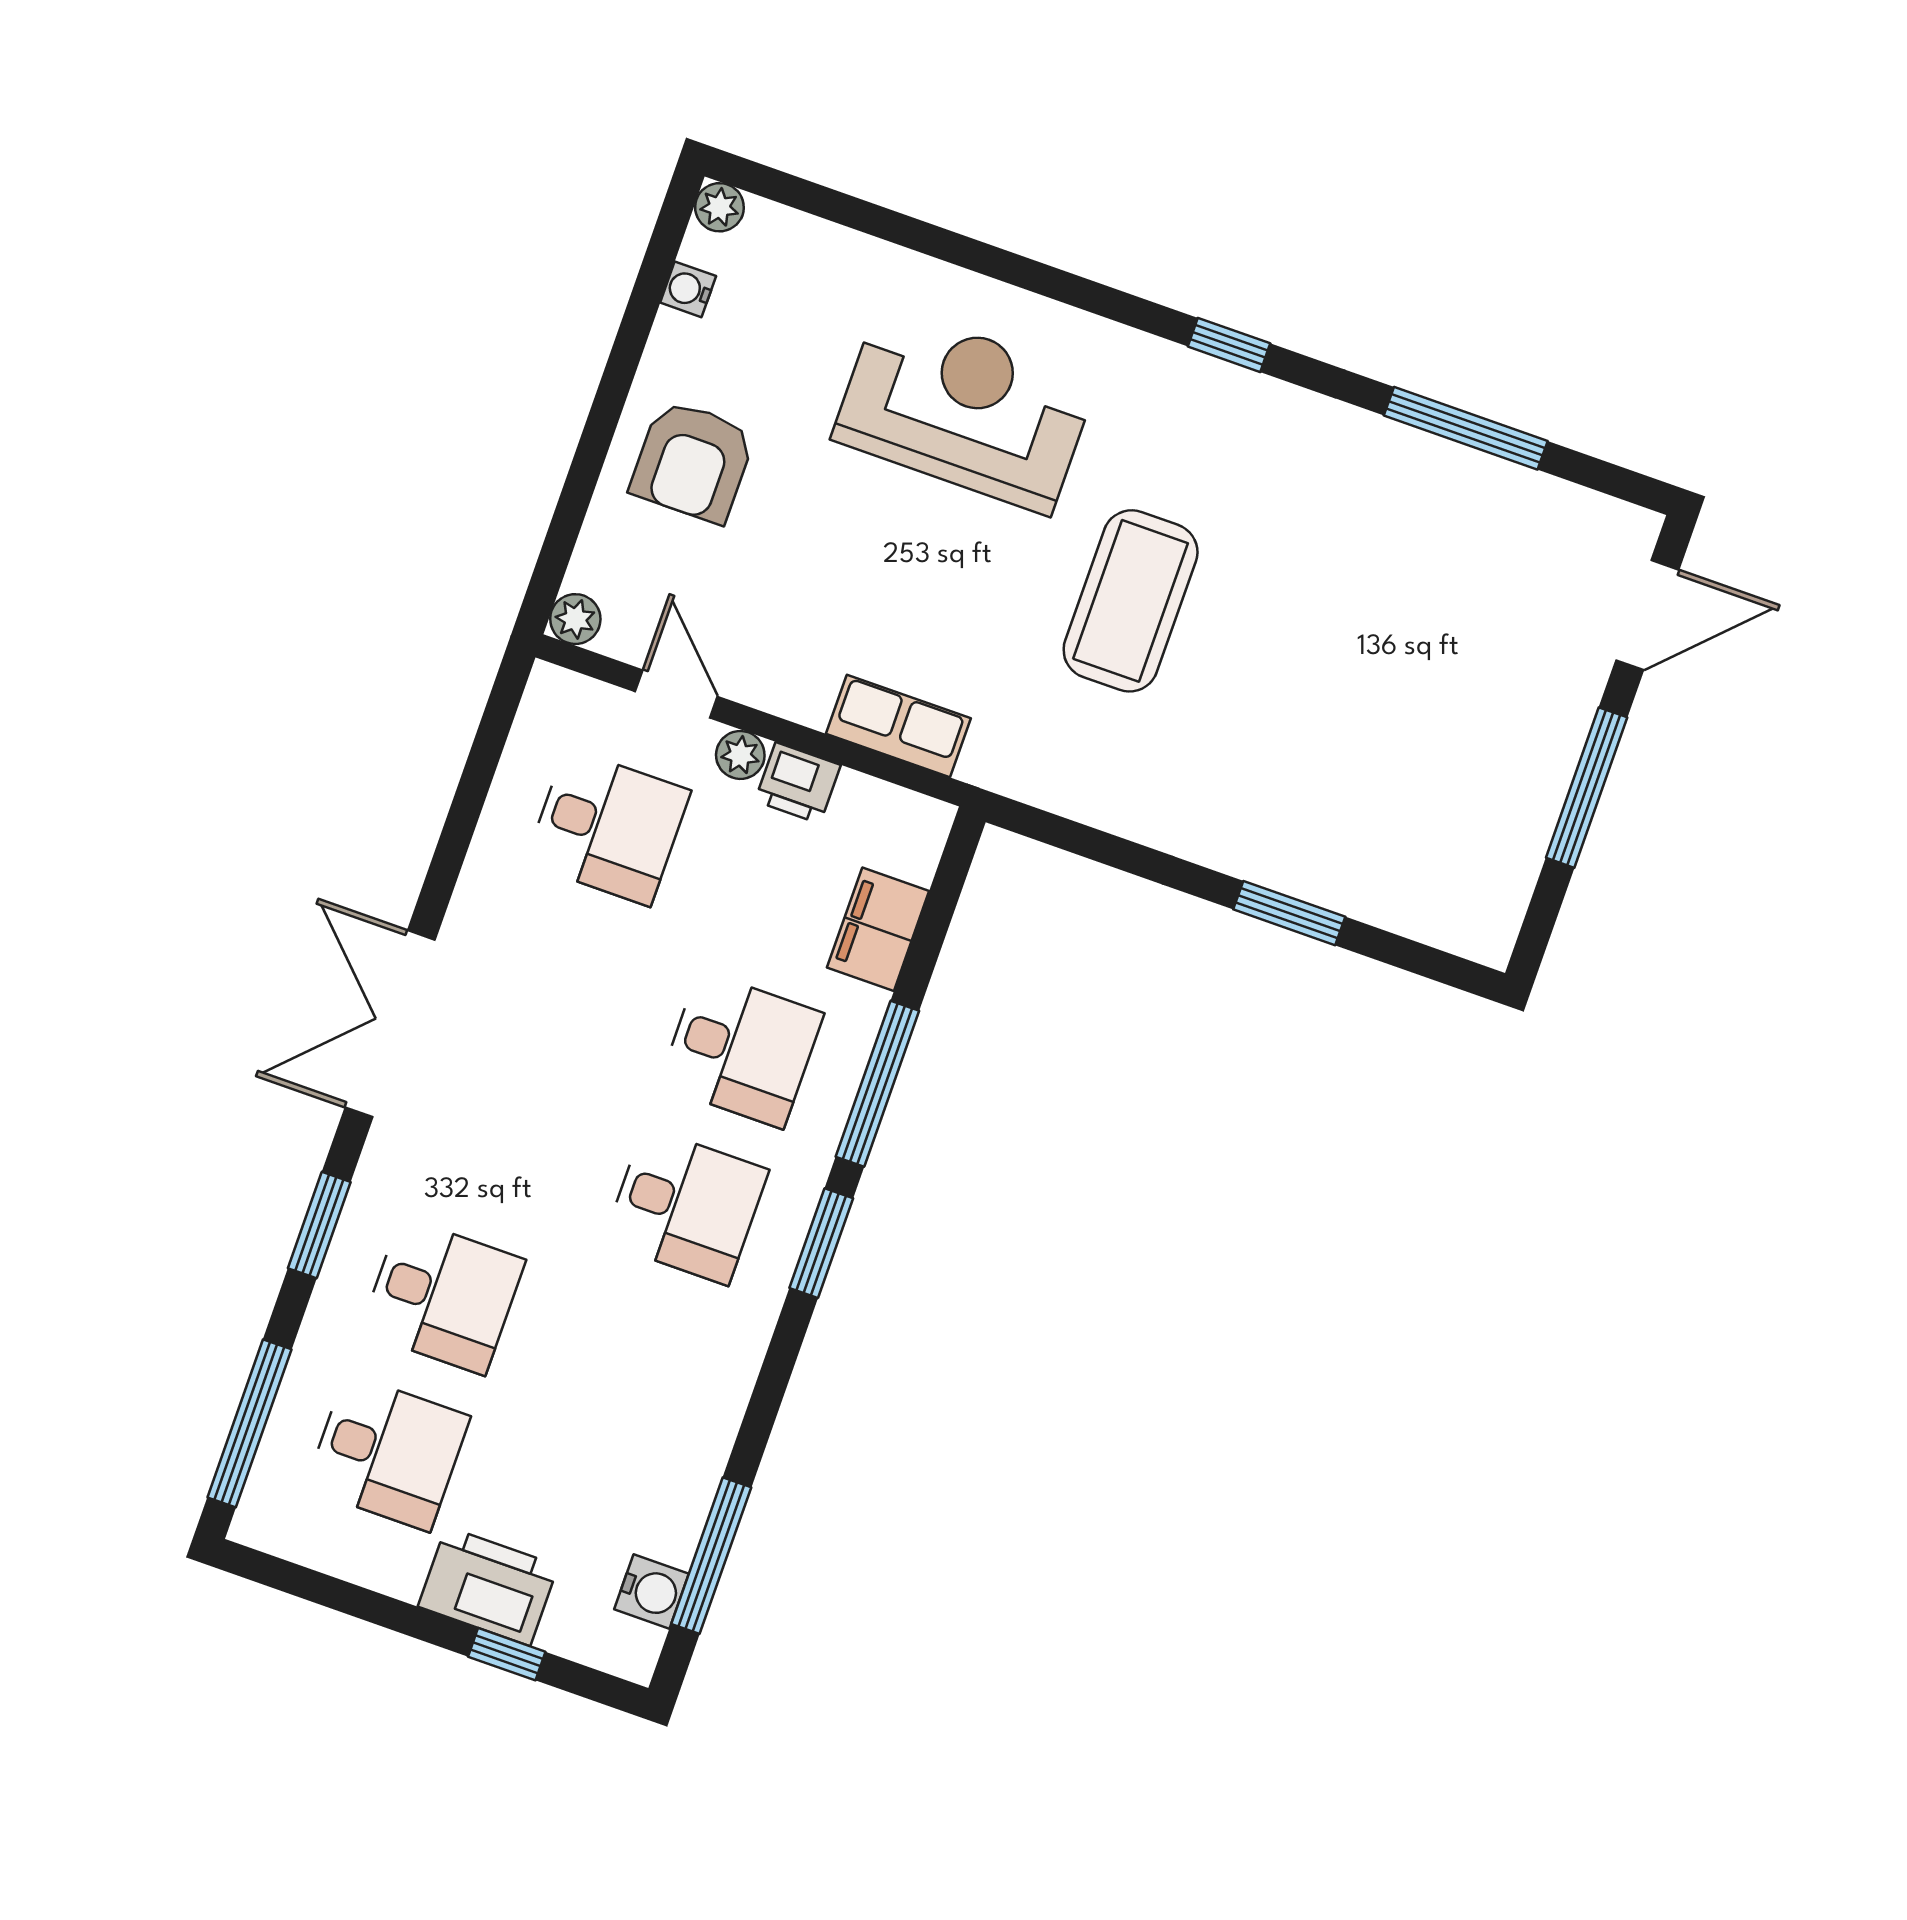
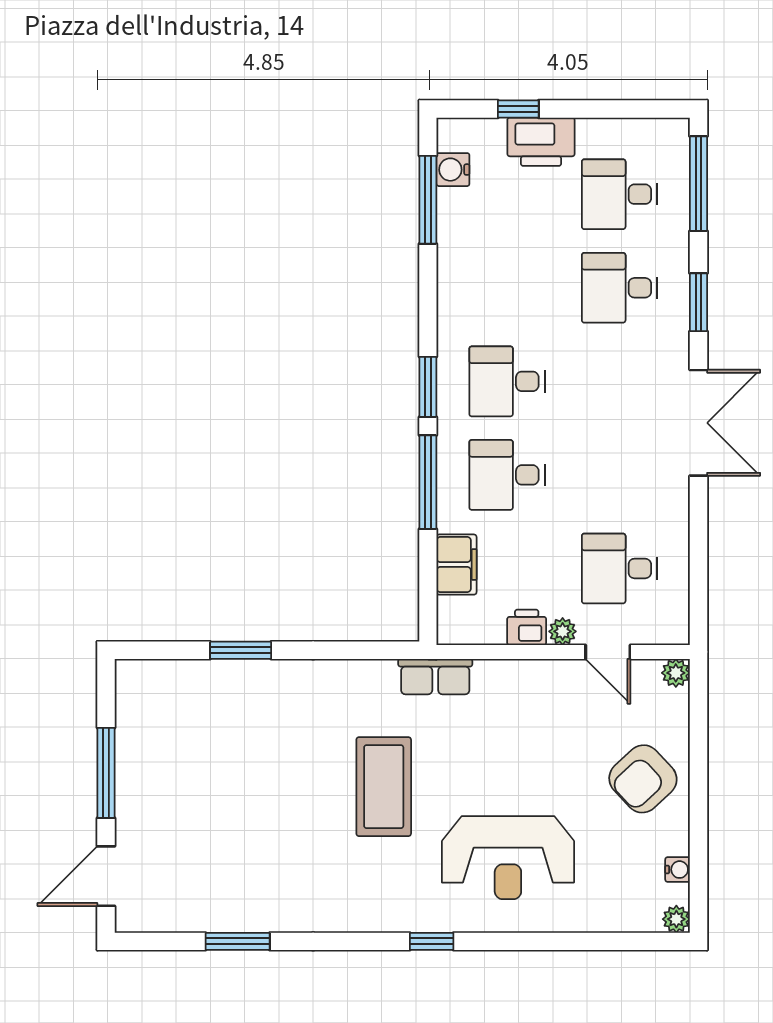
window: (1229, 345) -> (432, 941), moved
window: (1466, 428) -> (238, 941), width x0.69
armchair: (693, 461) -> (643, 779), turned -133
row of seats: (898, 726) -> (435, 677), moved

